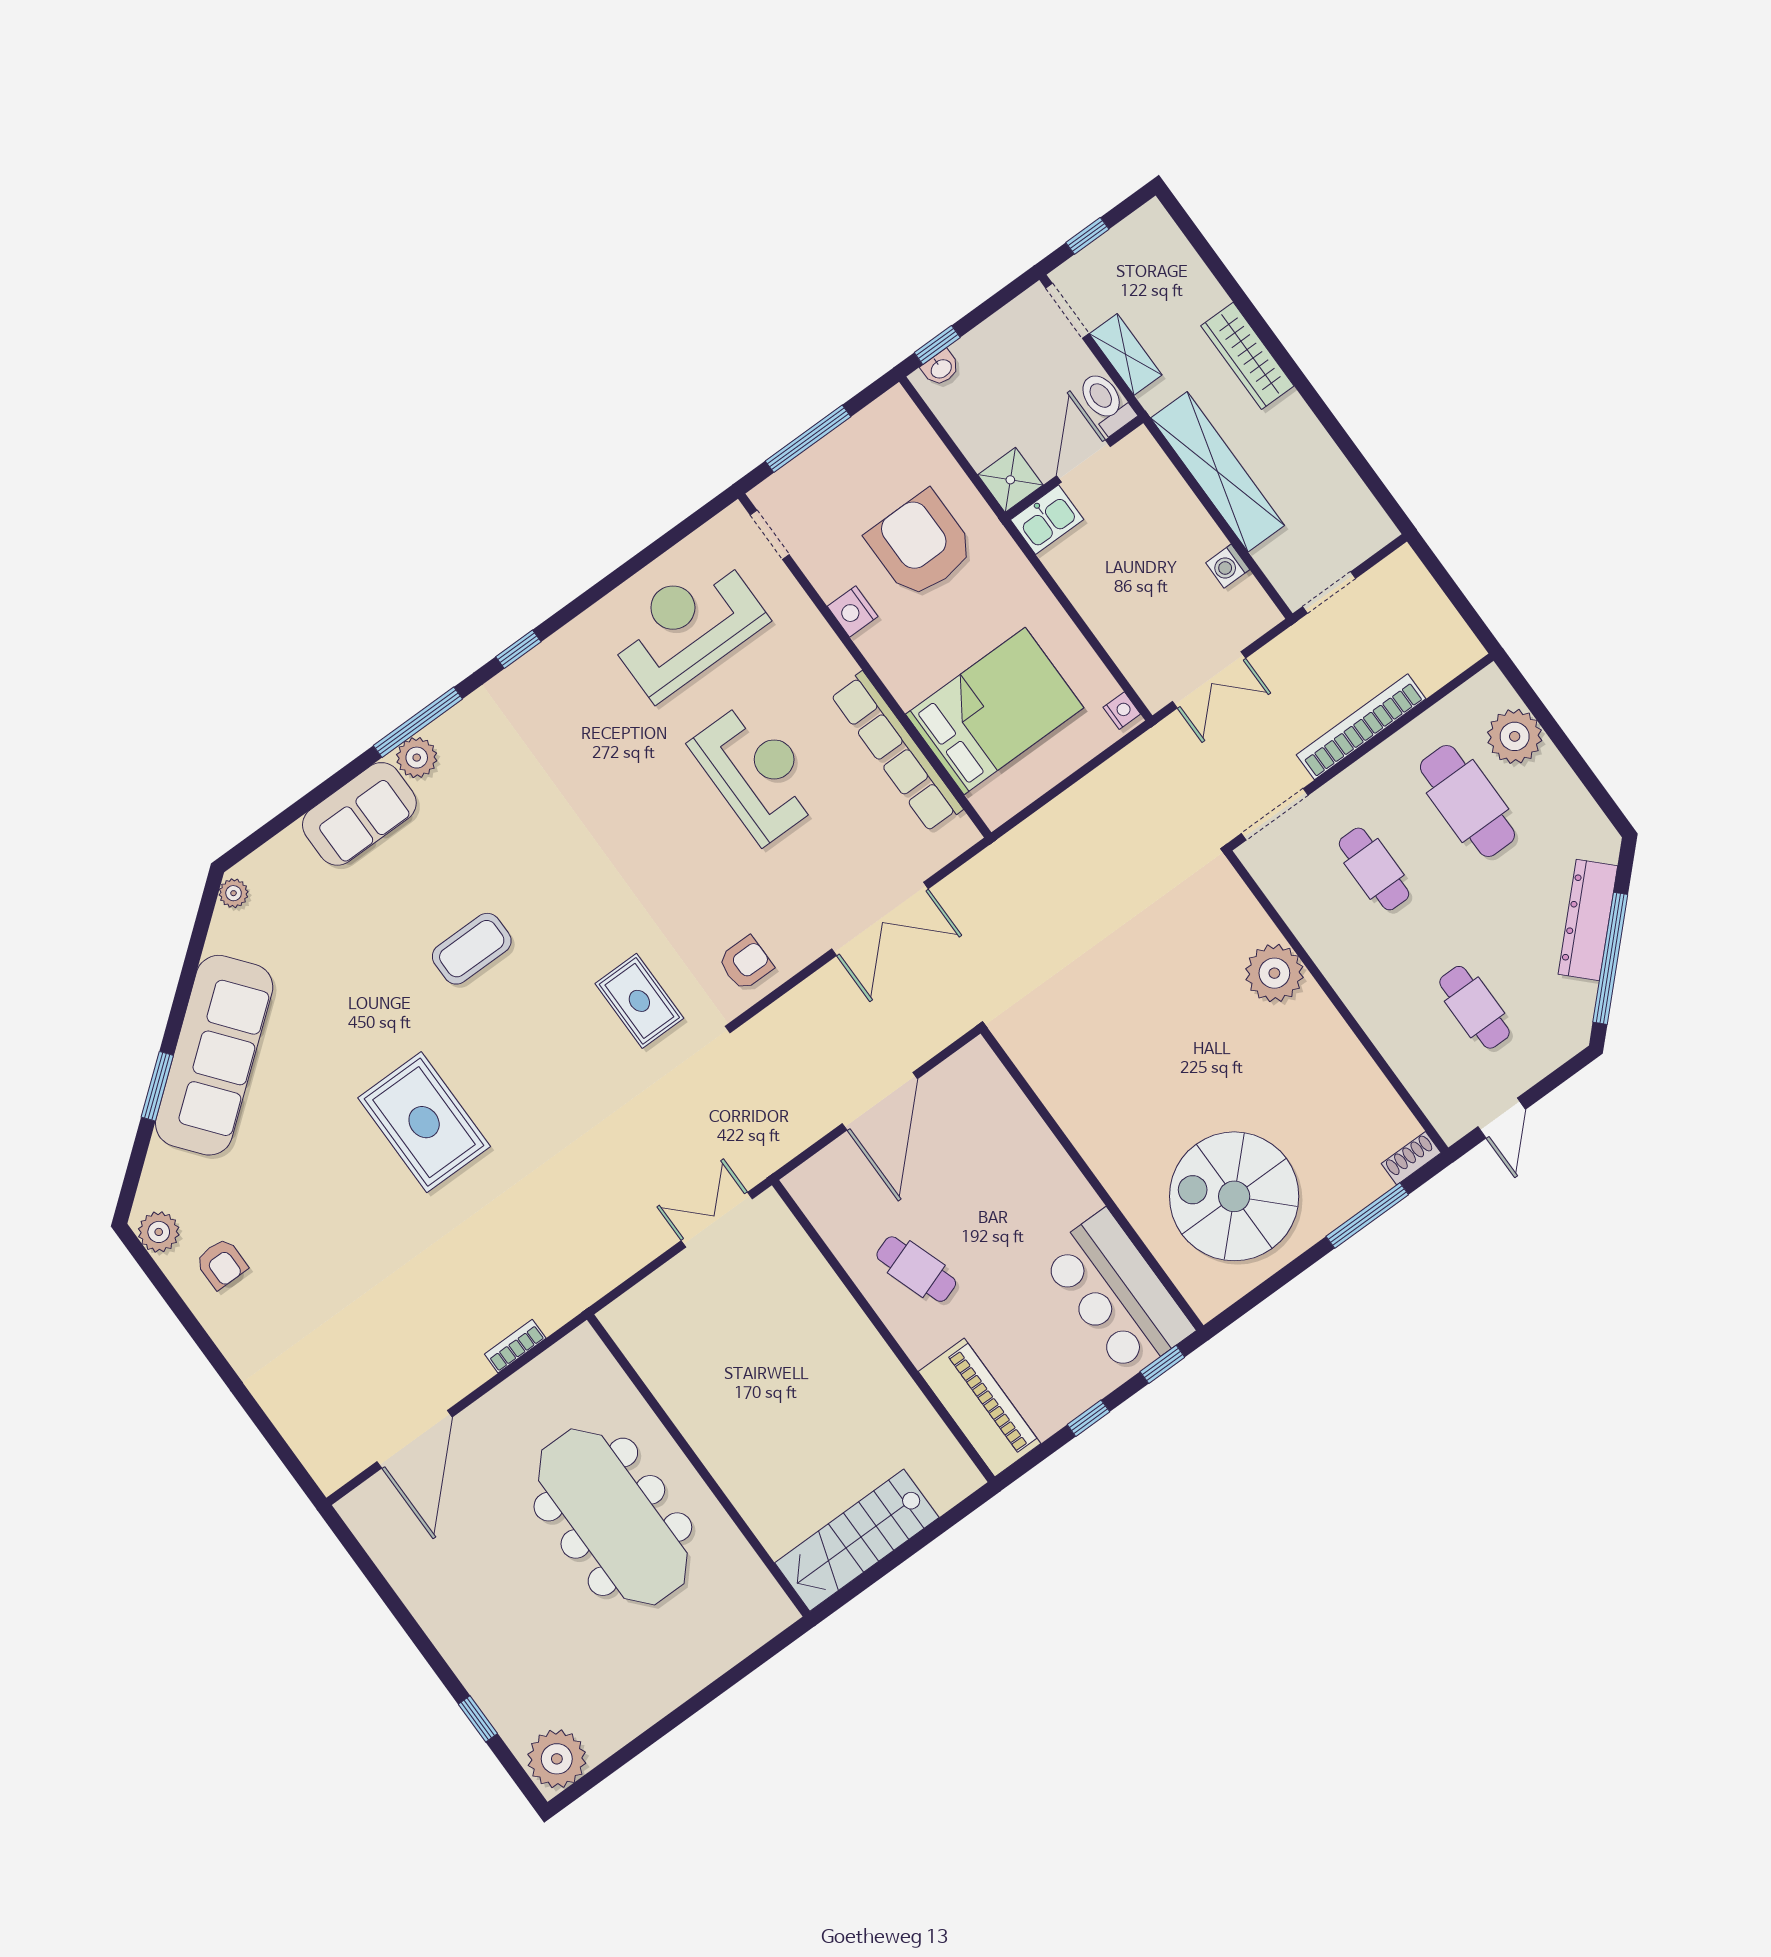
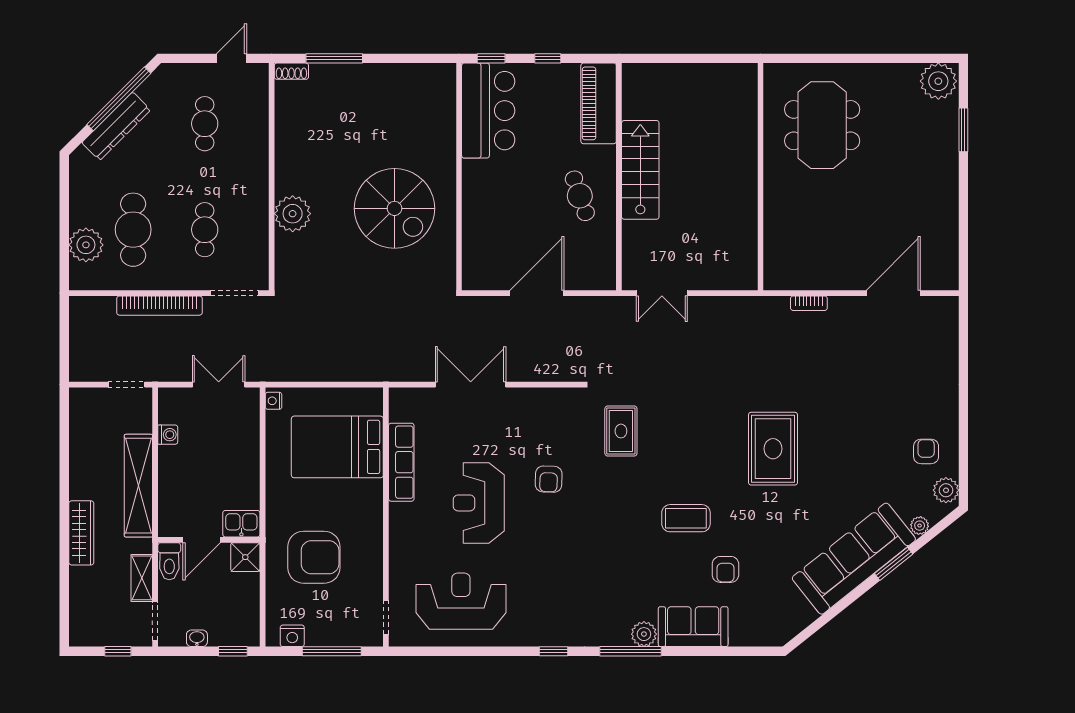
washbasin: (941, 368) -> (197, 638), moved
armchair: (921, 545) -> (314, 557), turned -90
nightstand: (853, 611) -> (292, 636), moved, turned 90
reception desk: (687, 627) -> (461, 601), turned 180
row of seats: (897, 752) -> (401, 462), width x0.73
plant: (234, 893) -> (920, 526), moved
armchair: (372, 919) -> (725, 569), added
armchair: (746, 963) -> (549, 479), moved, turned -88
spiral stairs: (1234, 1196) -> (395, 208), moved
meeting table: (613, 1517) -> (822, 125), moved, width x0.73
stairs: (857, 1540) -> (640, 170), moved, turned -90
window: (478, 1719) -> (963, 130), width x1.50

